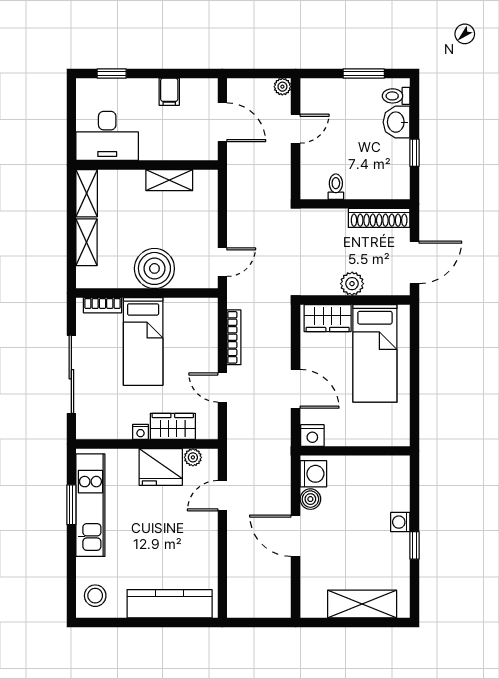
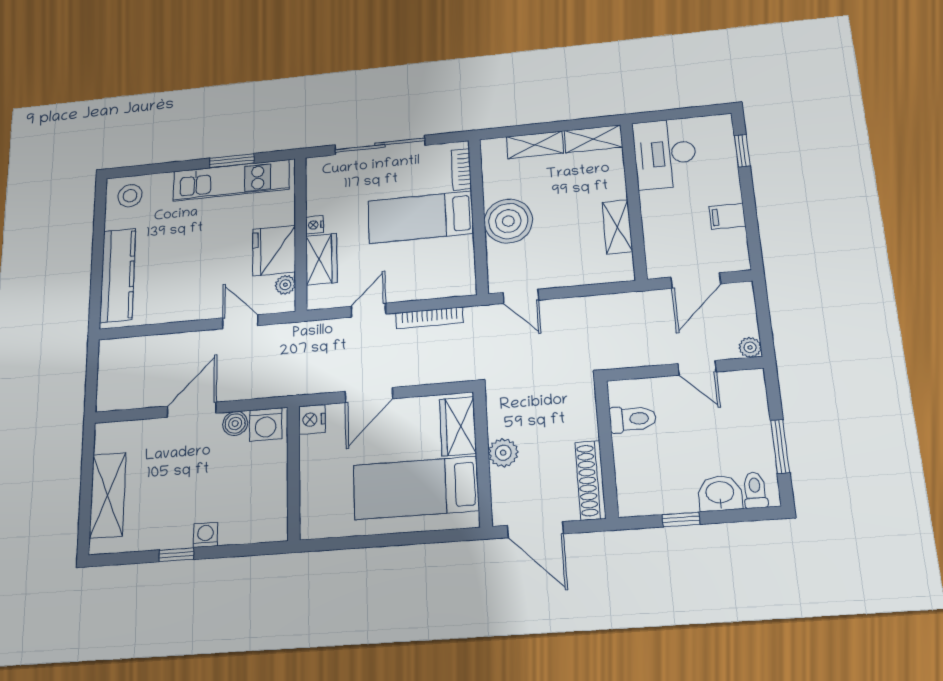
toilet: (336, 187) -> (633, 419), width x1.37, depth x1.39

